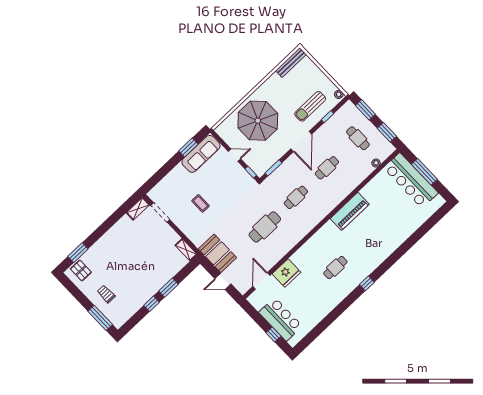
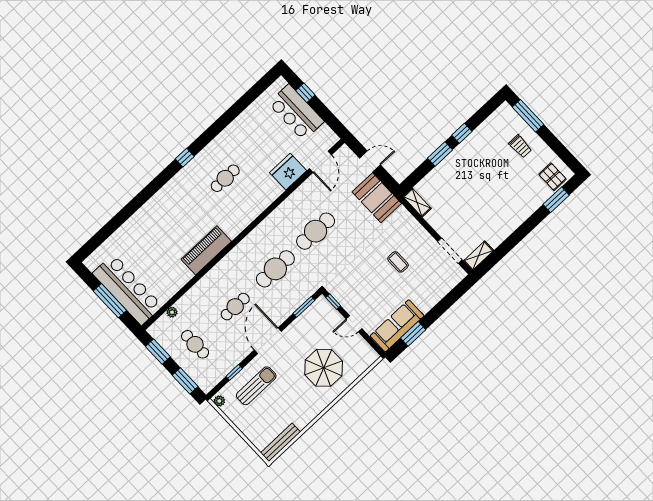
parasol: (258, 121) -> (324, 368), width x0.73, depth x0.73
cafe table: (296, 197) -> (275, 269), width x1.37, depth x1.35

